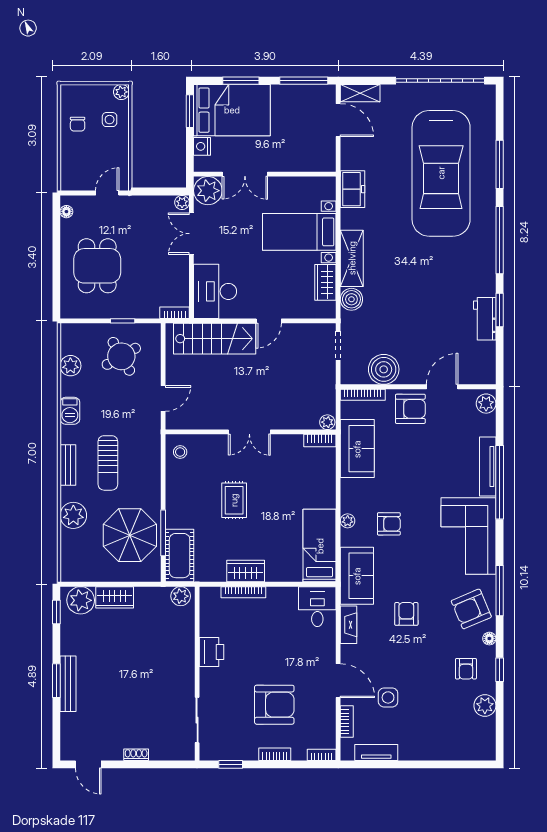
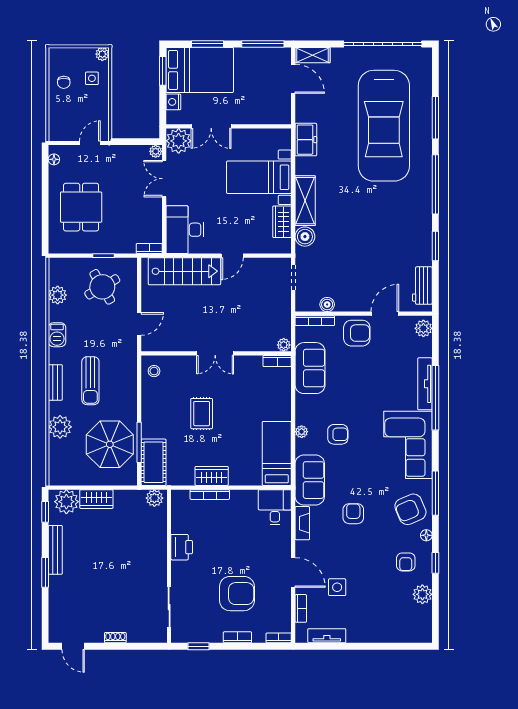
workbench: (485, 319) -> (422, 286), moved
boiler: (384, 369) -> (327, 304), width x0.54, depth x0.54
bench: (68, 684) -> (55, 550), moved

